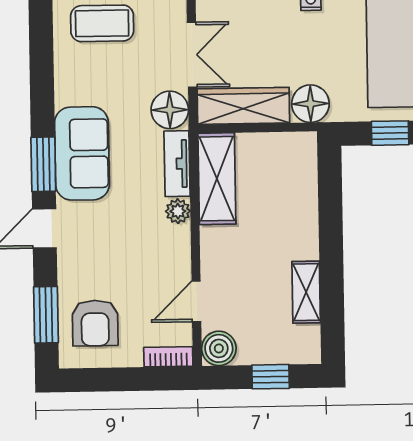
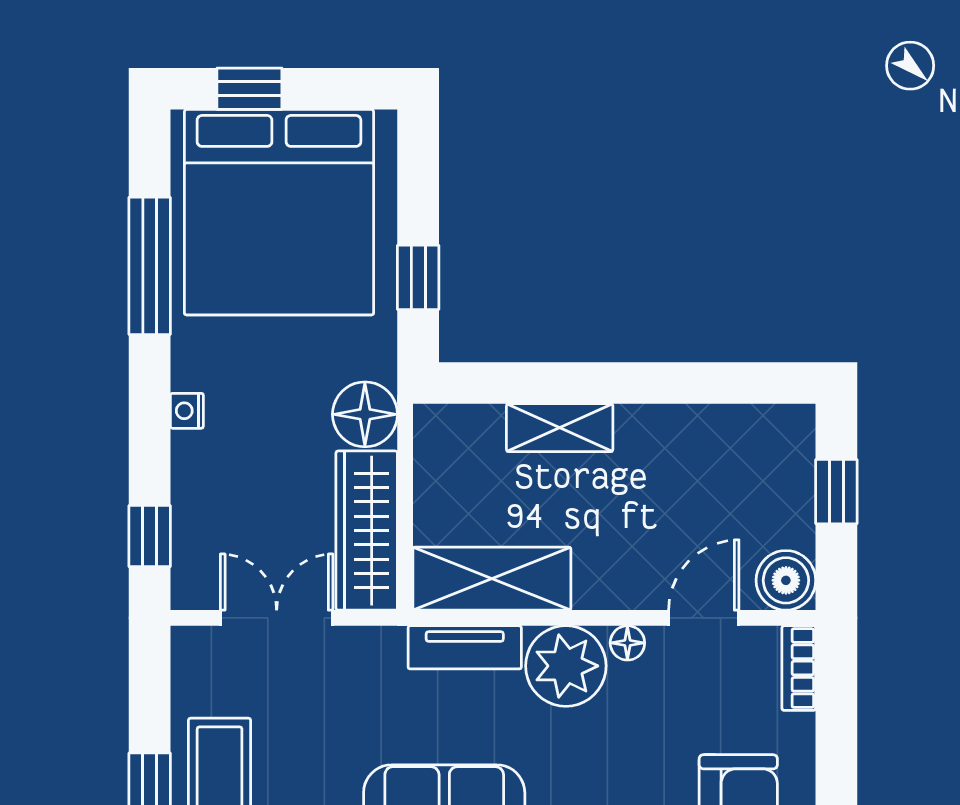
floor lamp: (170, 110) -> (627, 643), moved, width x0.53, depth x0.53
plant: (178, 211) -> (566, 666), width x1.88, depth x1.88
shelving: (306, 292) -> (560, 428), moved
door: (196, 301) -> (704, 618), swing flipped

